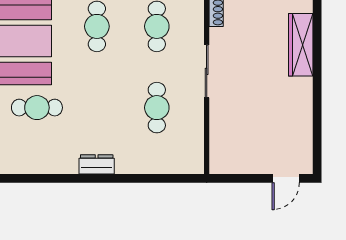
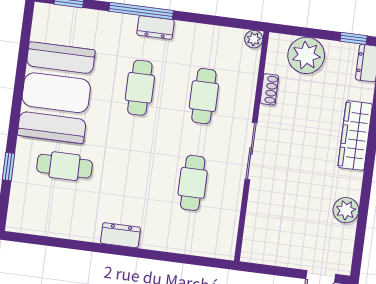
plant: (301, 114) -> (346, 210), added

